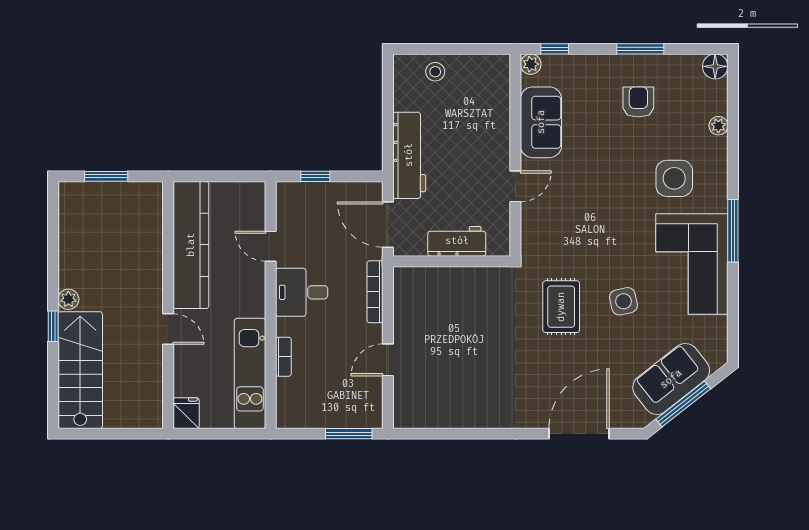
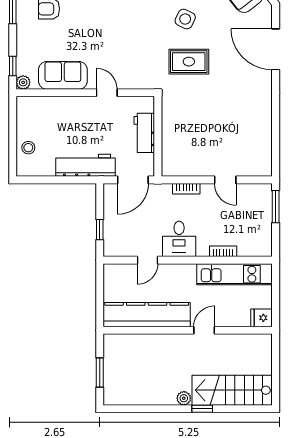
bookcase: (375, 292) -> (186, 189), width x0.64
side table: (623, 301) -> (185, 19), turned 38

